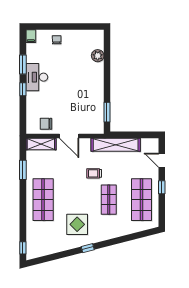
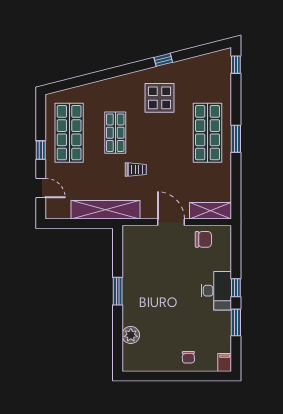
desk: (37, 77) -> (216, 291), moved
window: (107, 112) -> (118, 291), moved
window: (23, 170) -> (236, 139), moved
window: (88, 248) -> (163, 60), moved

